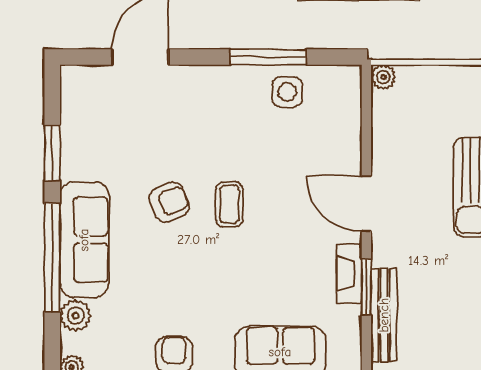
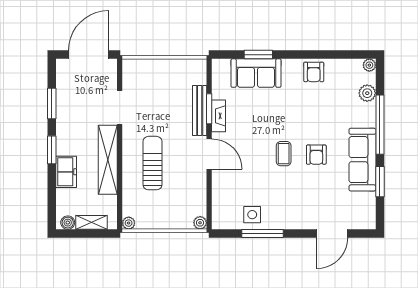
armchair: (169, 202) -> (316, 155), turned -67
sofa: (84, 240) -> (362, 160), moved
bench: (384, 315) -> (200, 111), moved

